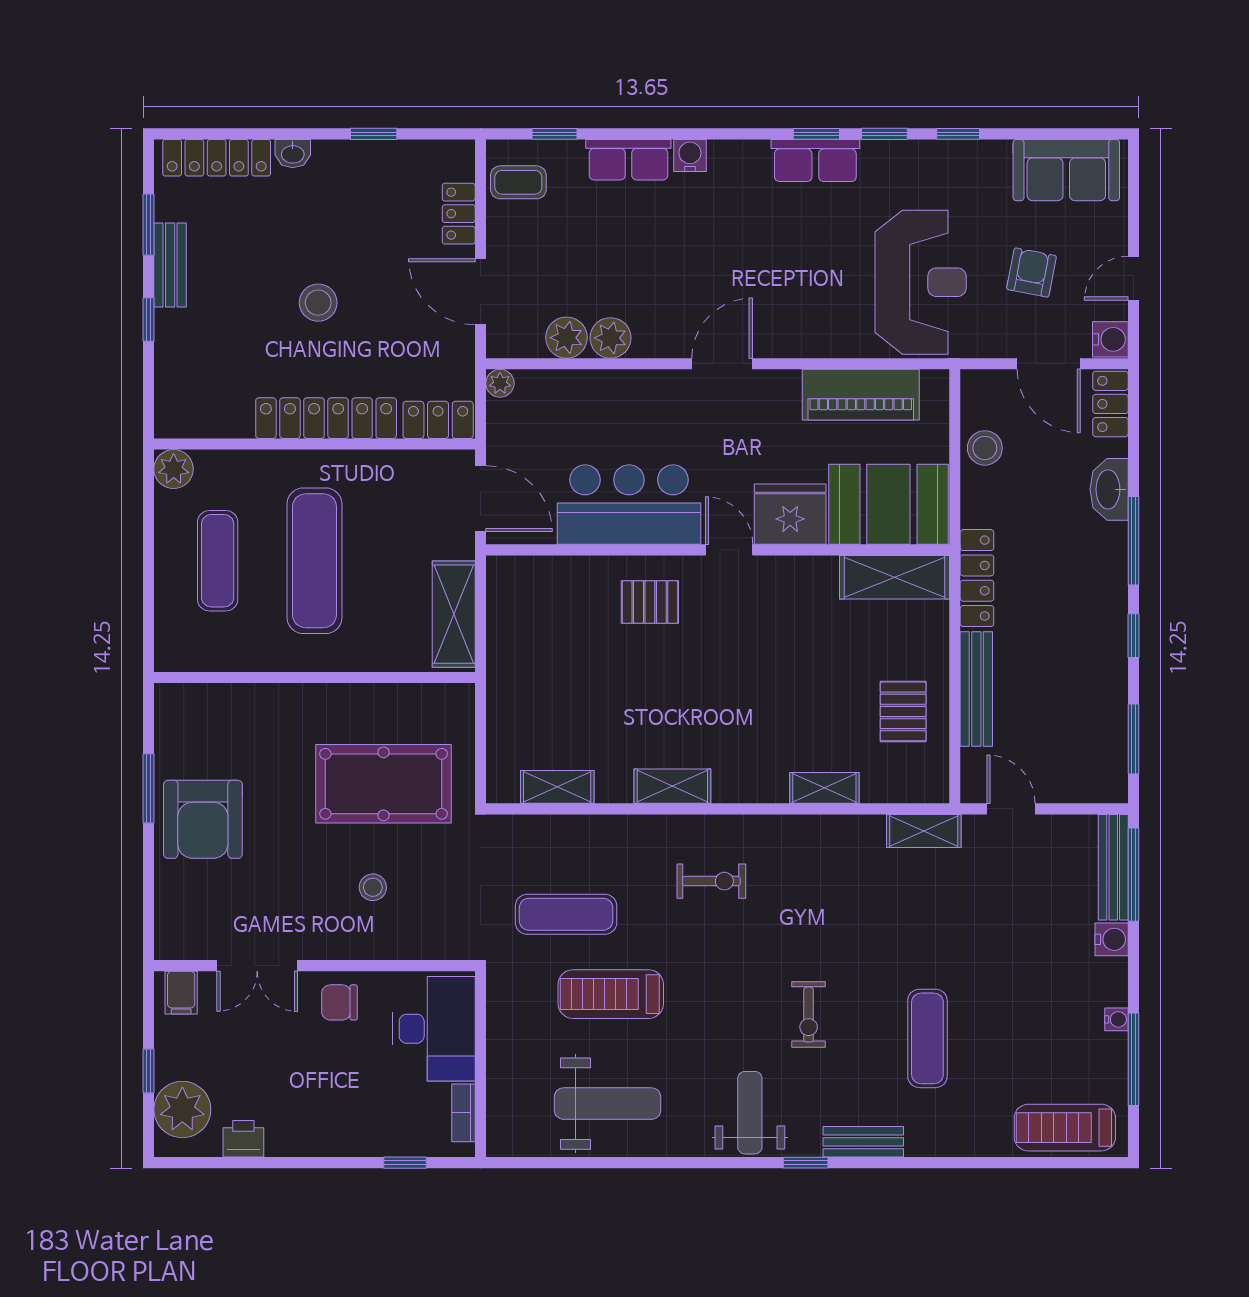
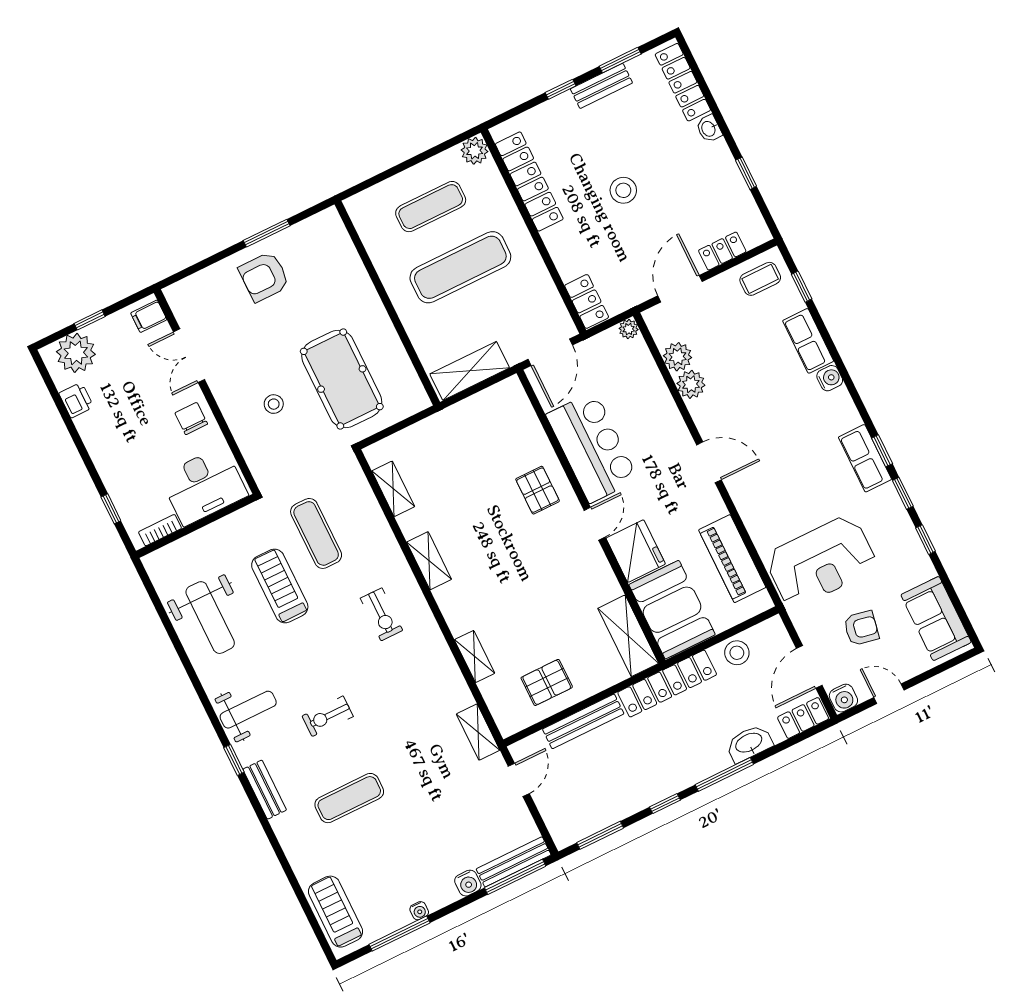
coffee table: (518, 182) -> (760, 279), turned 90
locker: (326, 418) -> (529, 182), moved
locker: (977, 578) -> (667, 684), width x1.41, depth x1.21
armchair: (203, 819) -> (264, 277), width x0.73, depth x0.73

